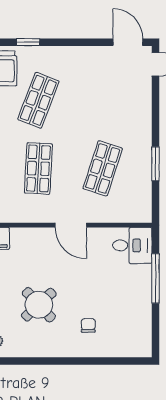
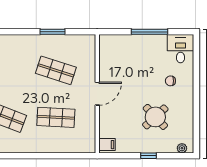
desk: (132, 245) -> (180, 49), moved
window: (155, 278) -> (149, 32), moved

